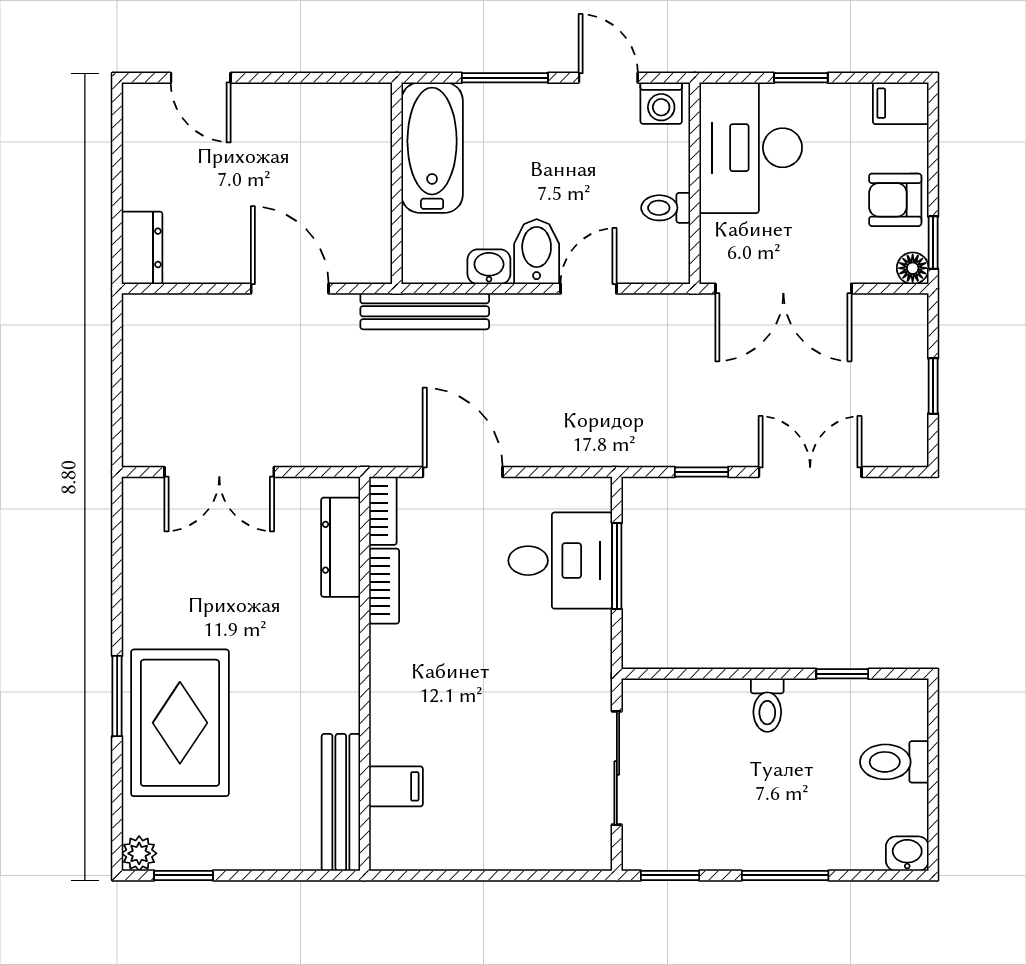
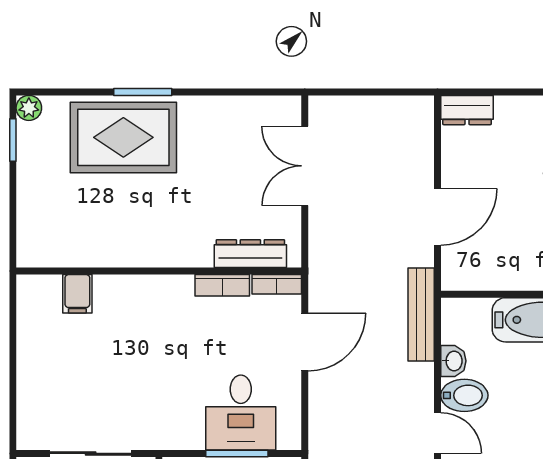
bench: (341, 802) -> (66, 254), removed

